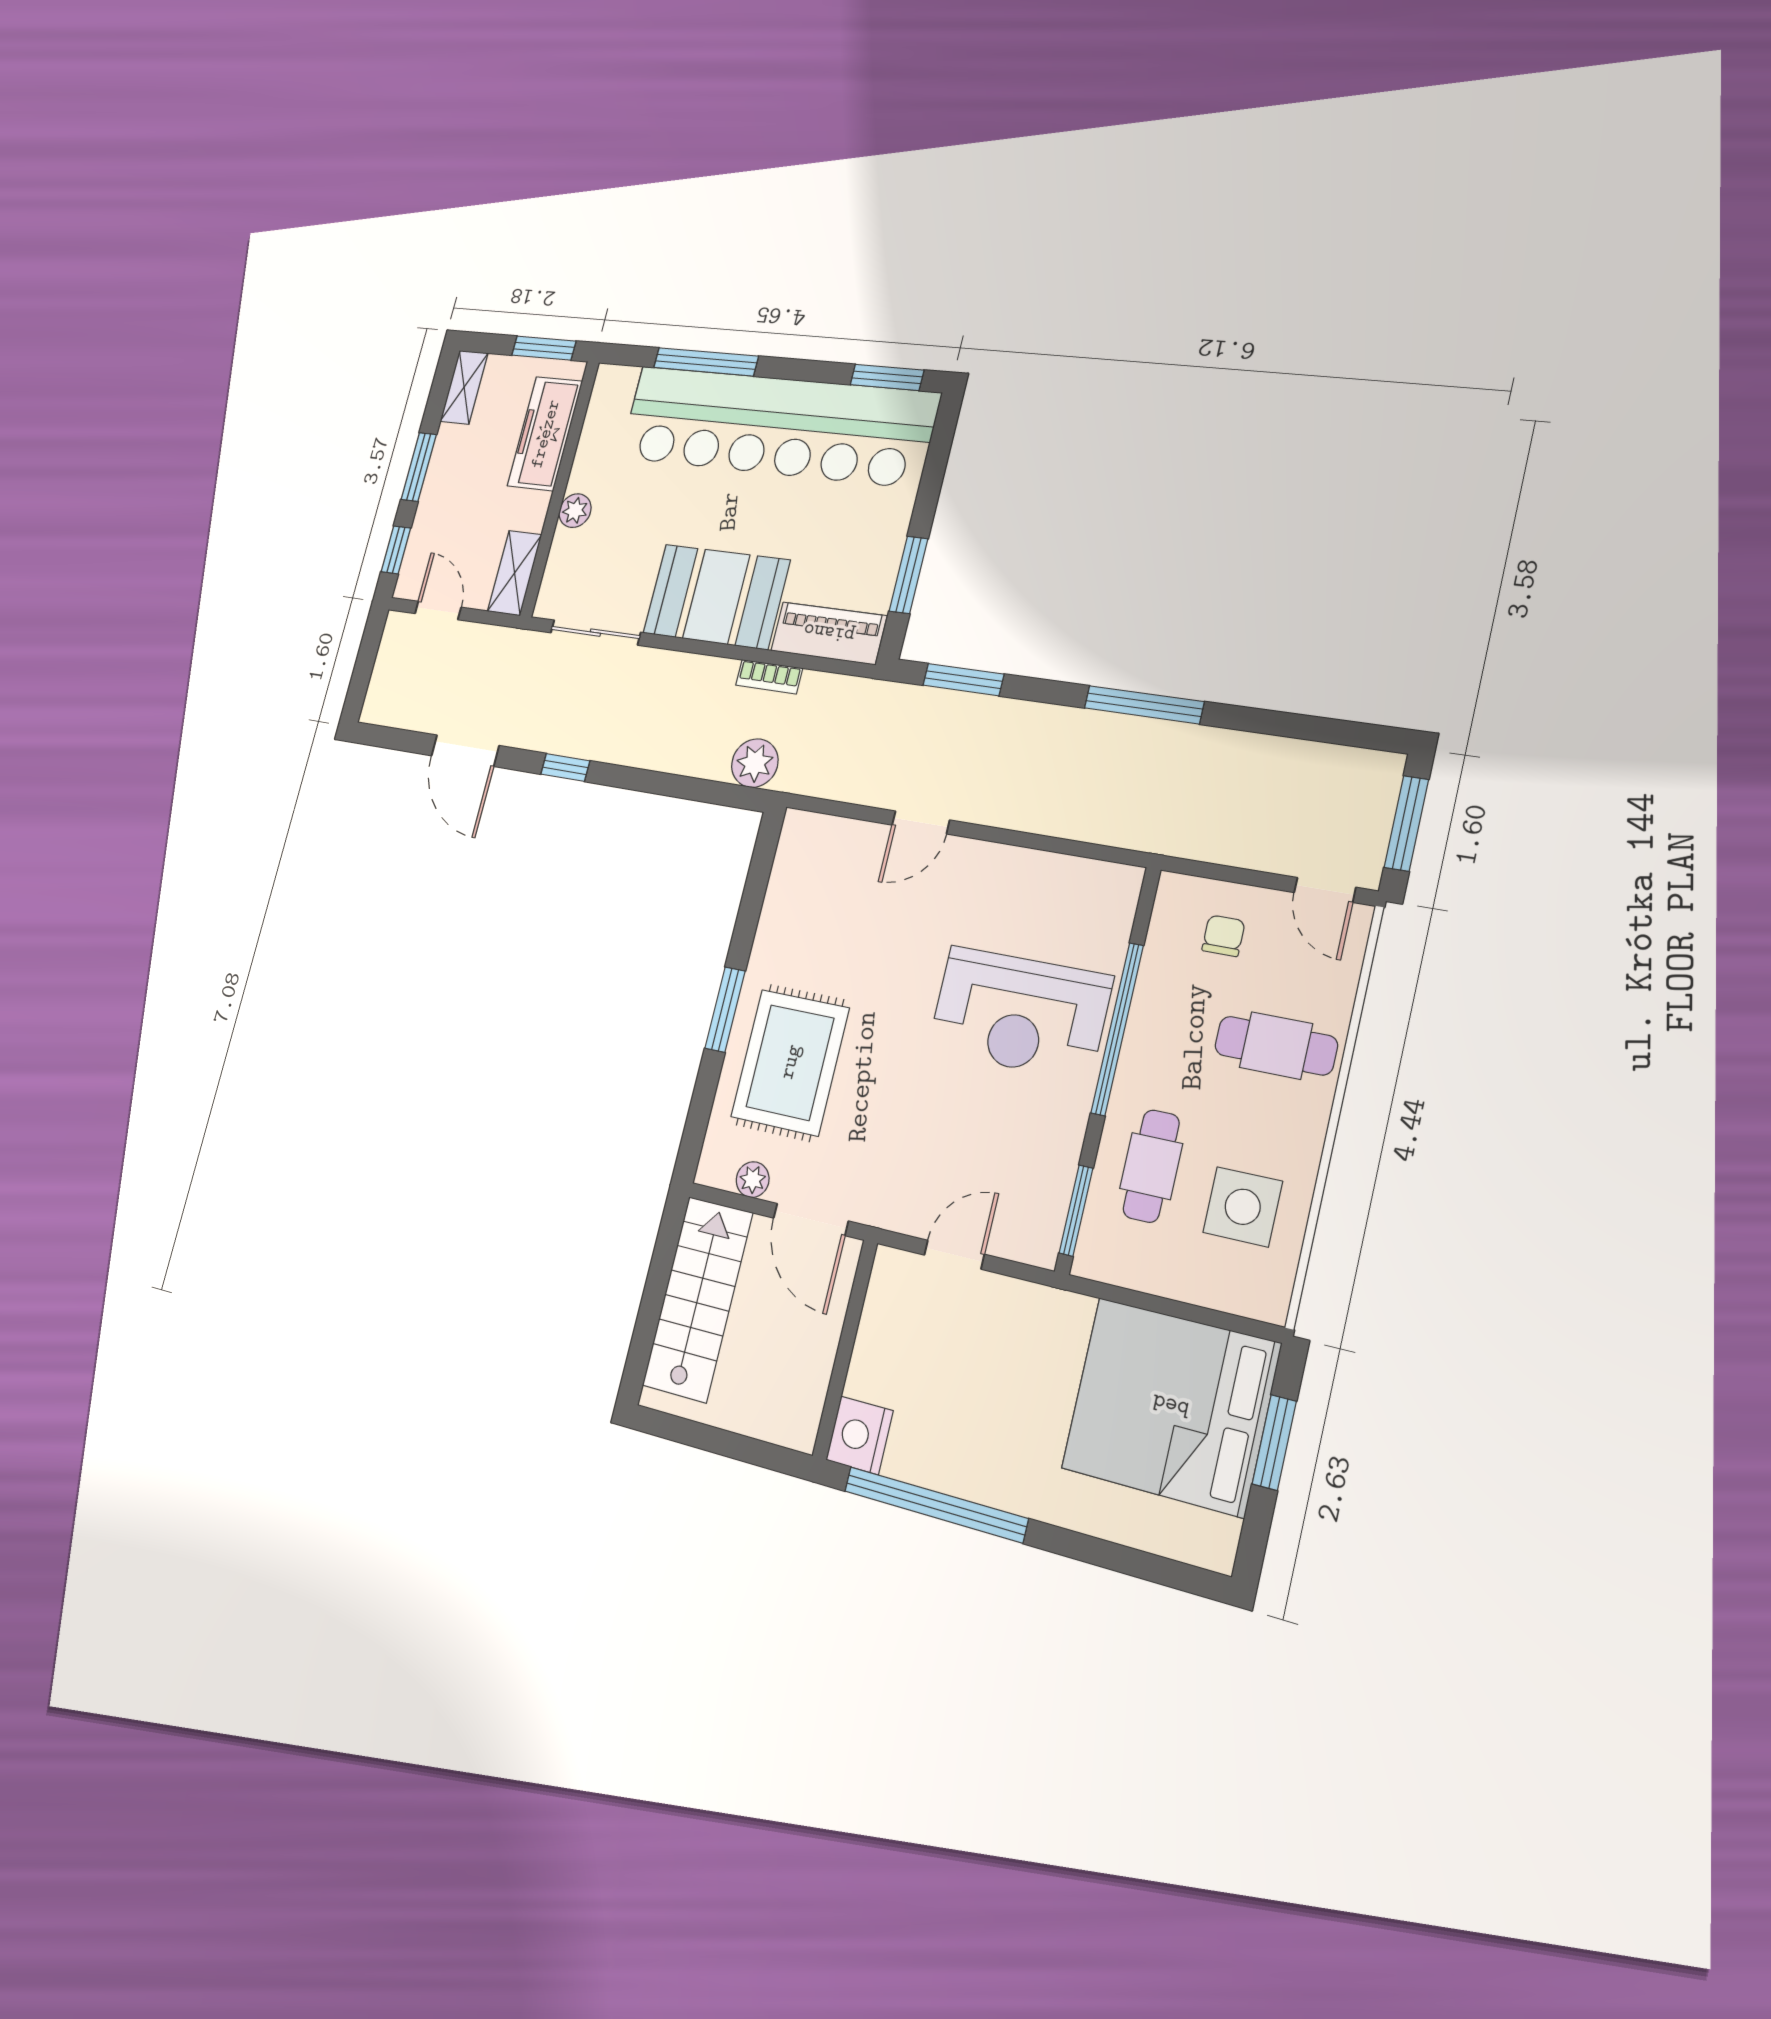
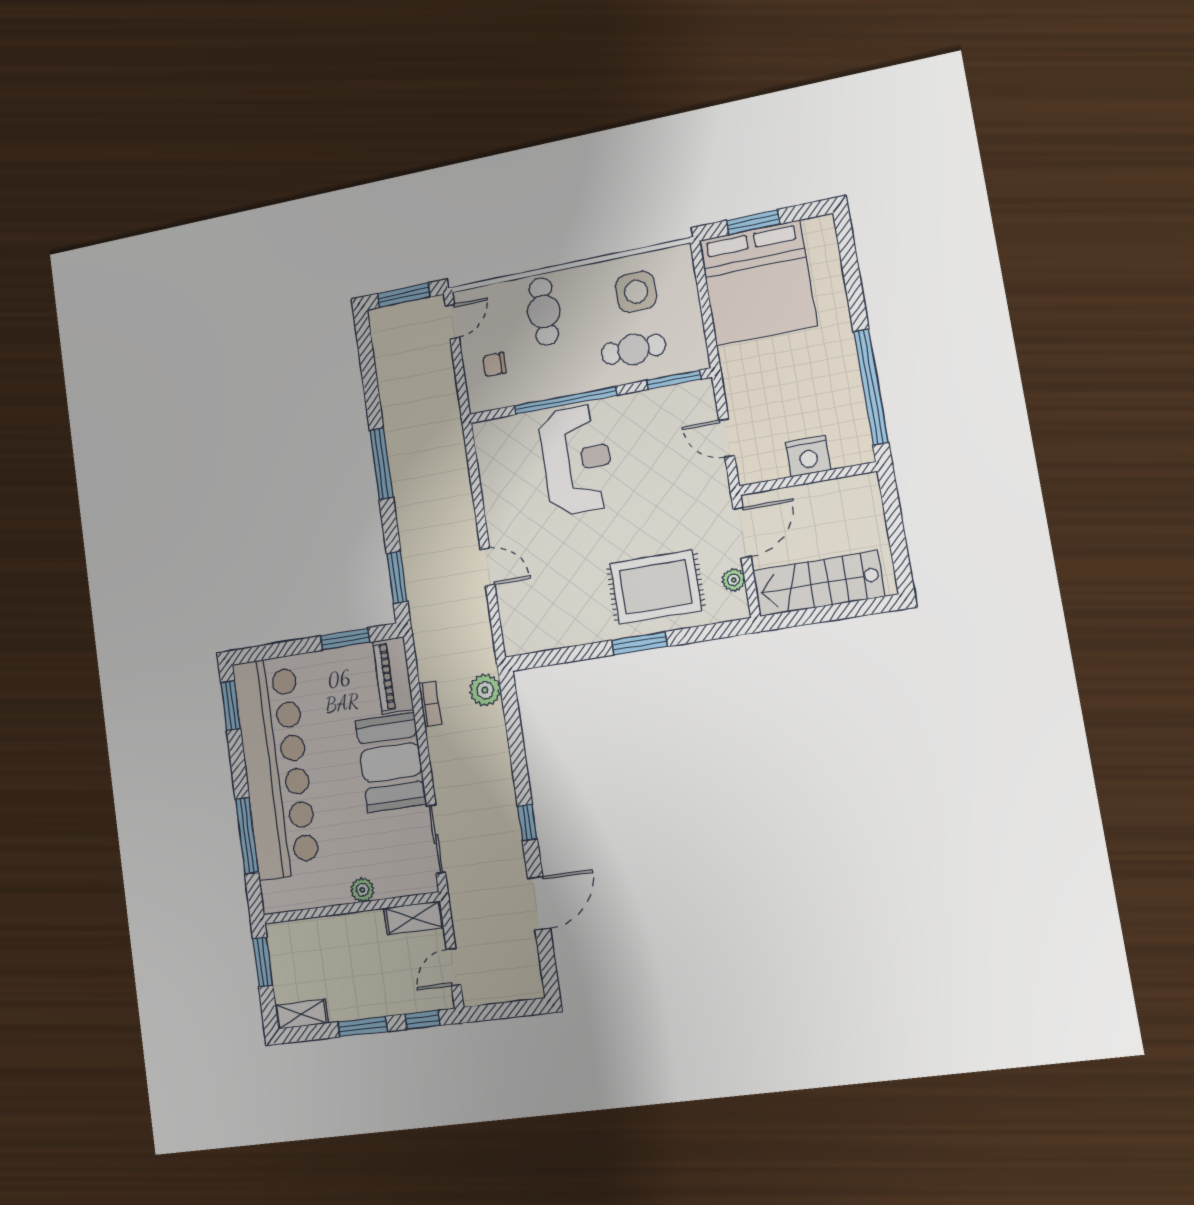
freezer: (545, 434) -> (318, 936), removed
nightstand: (859, 1435) -> (808, 456), moved

